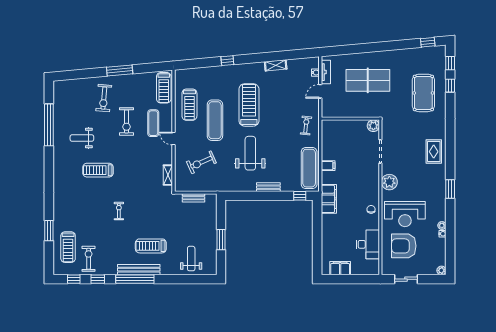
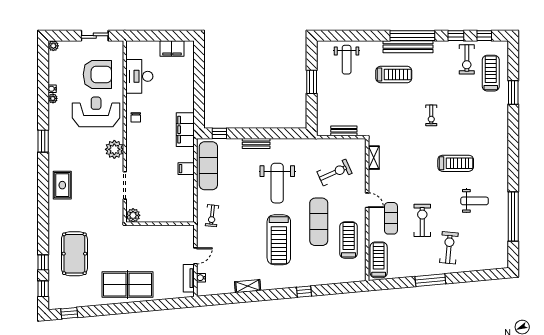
table tennis table: (368, 80) -> (128, 285), moved

